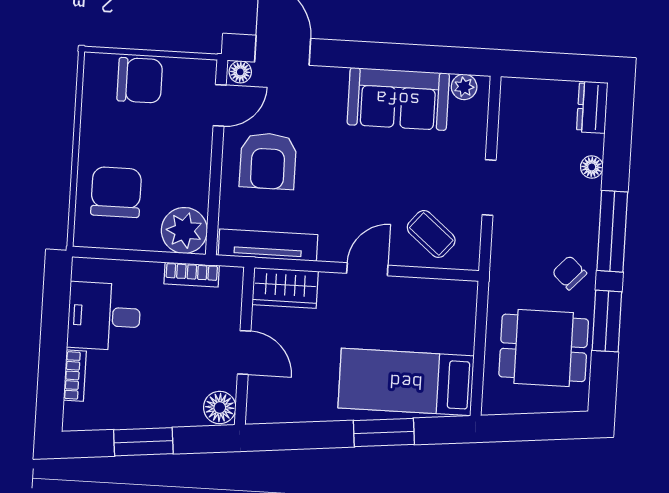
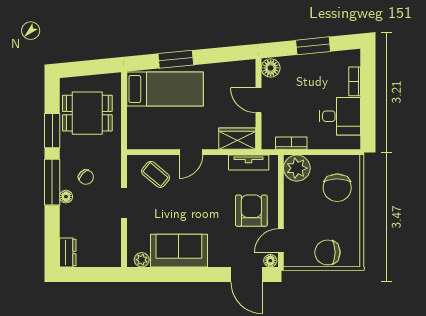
floor lamp: (592, 167) -> (66, 197), moved
tv unit: (268, 245) -> (249, 163), width x0.71
chair: (569, 273) -> (86, 177), moved

